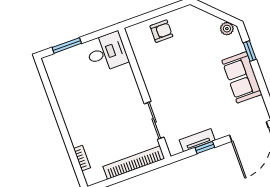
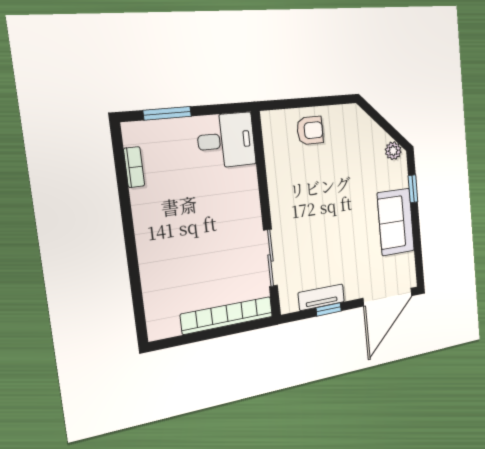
bookcase: (82, 158) -> (134, 167), moved

